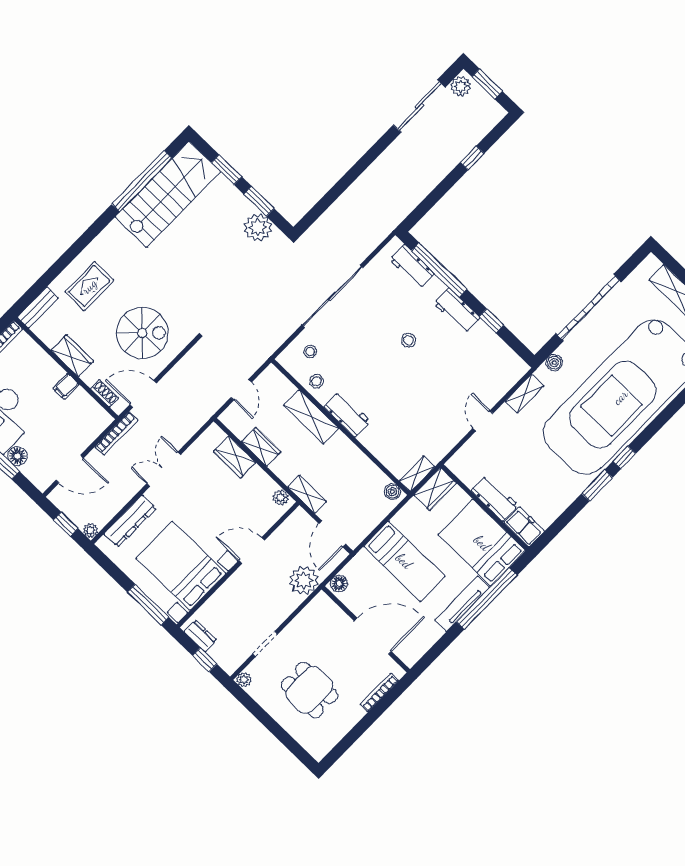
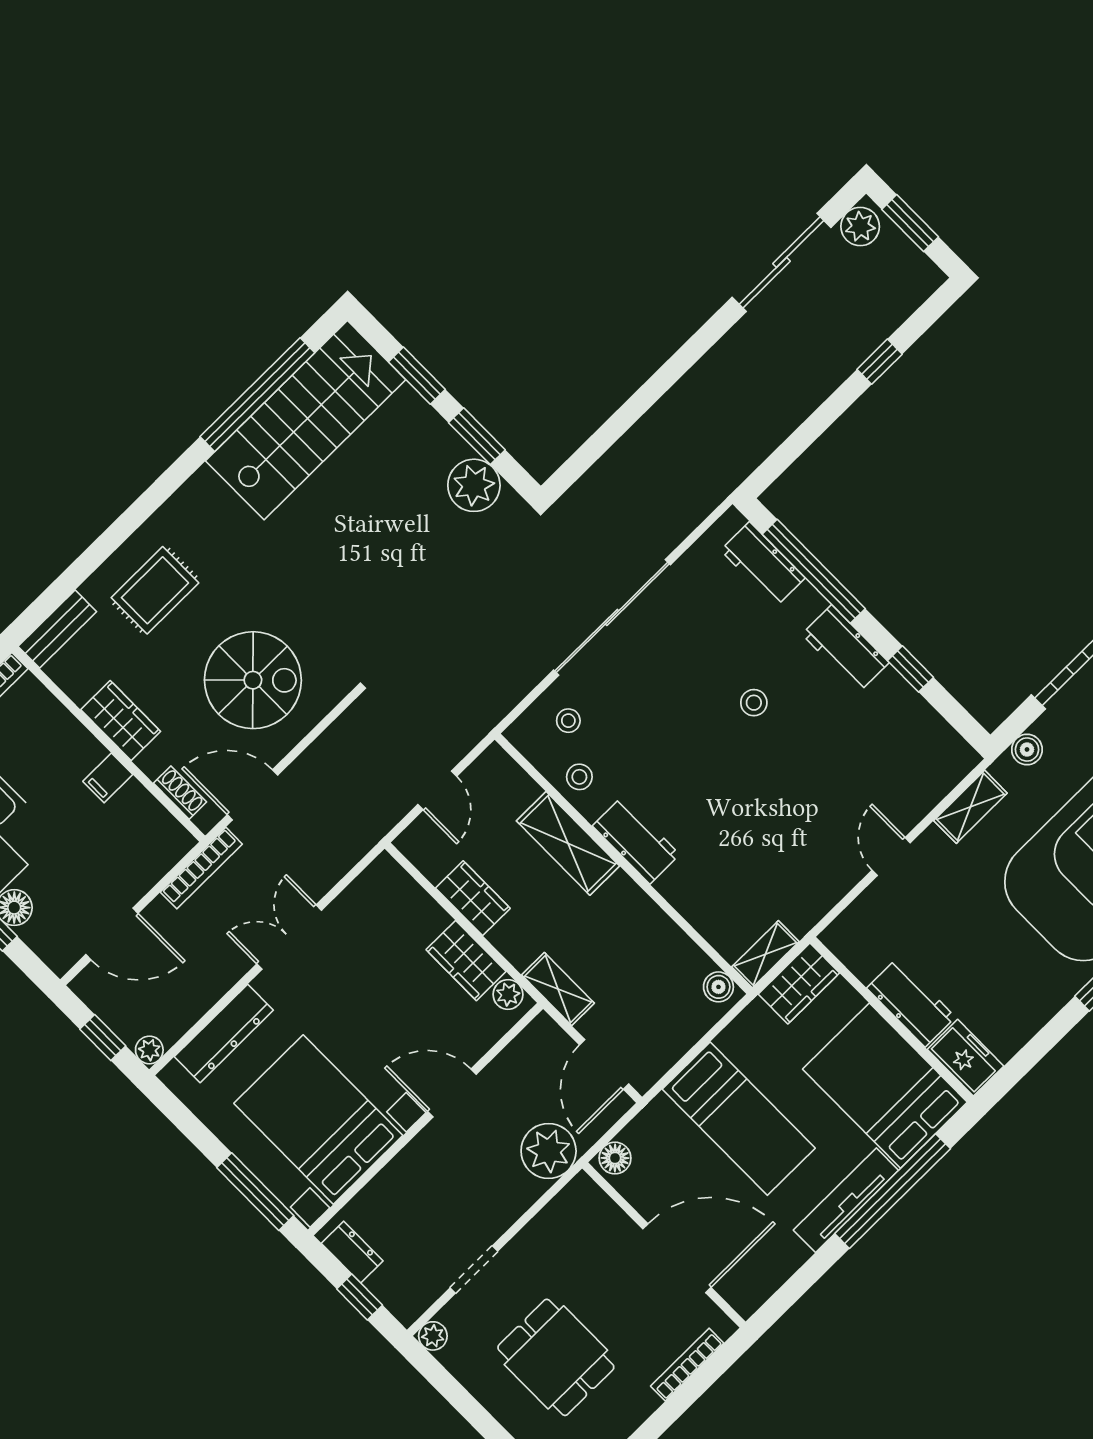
wardrobe: (235, 457) -> (466, 961), moved

